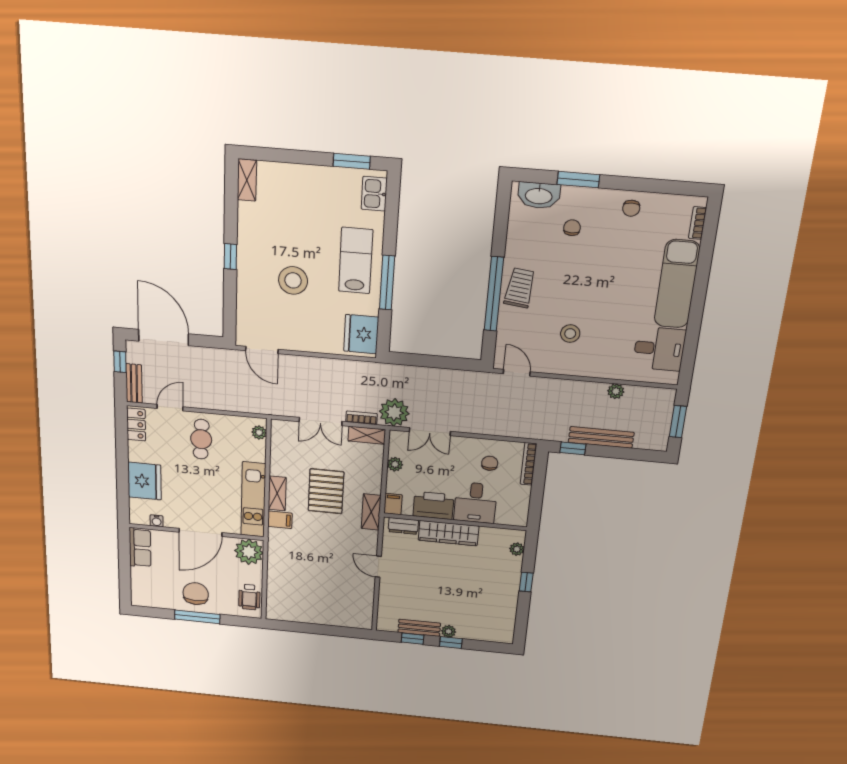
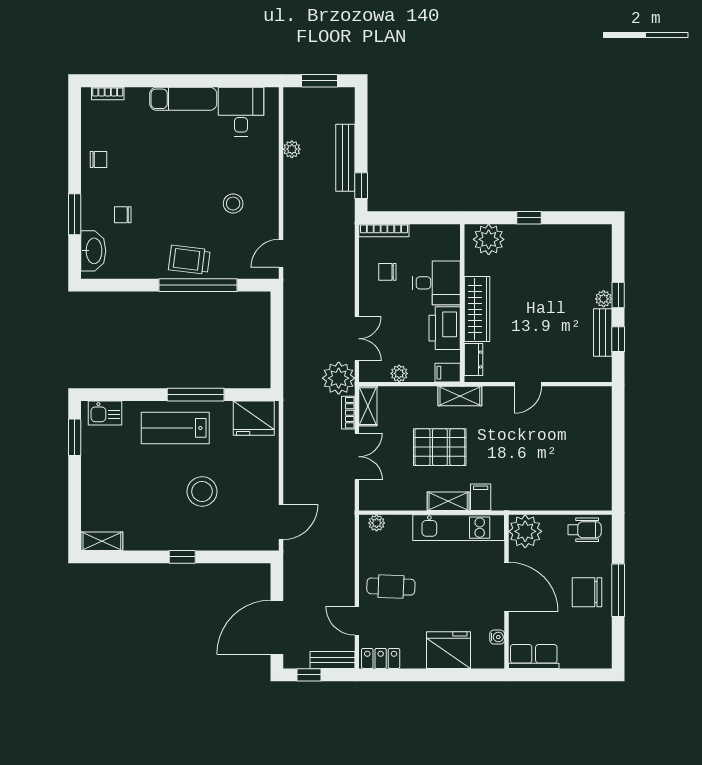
exam couch: (677, 284) -> (183, 99), width x0.73, depth x0.69
plant: (517, 549) -> (489, 239), width x1.88, depth x1.88

